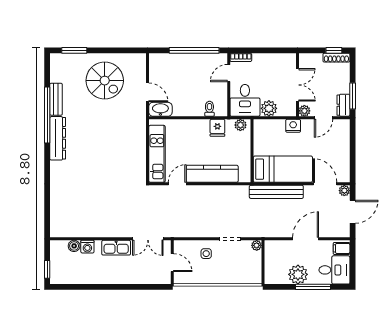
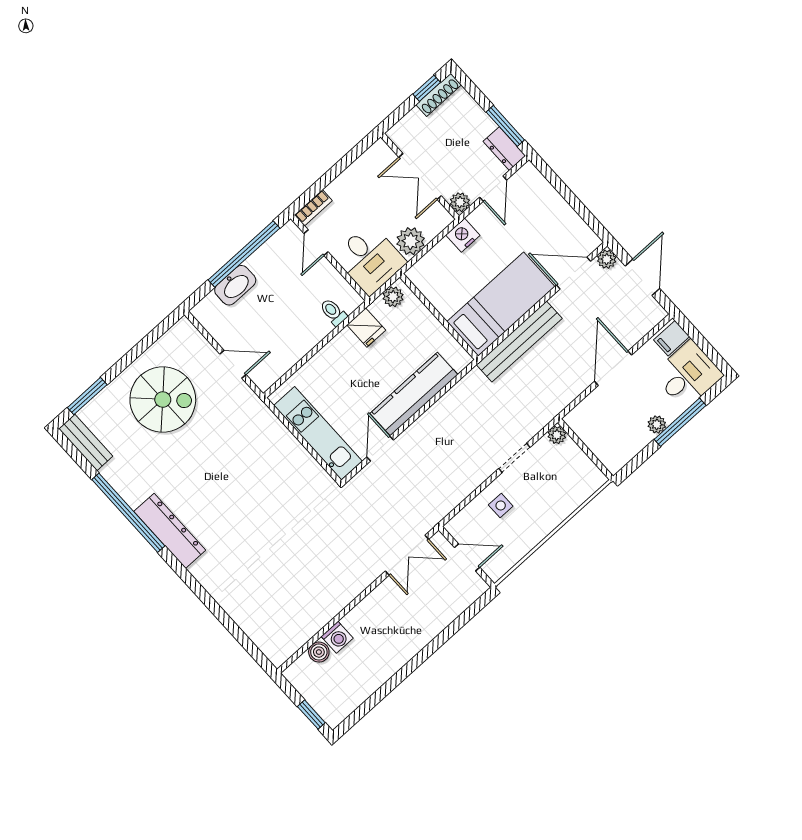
double door: (297, 85) -> (420, 177), swing flipped
bench: (56, 99) -> (86, 442), moved
washbasin: (160, 109) -> (235, 285), moved, turned 180
kitchen sink: (116, 248) -> (376, 605), removed
plant: (298, 274) -> (657, 424), width x0.53, depth x0.53

